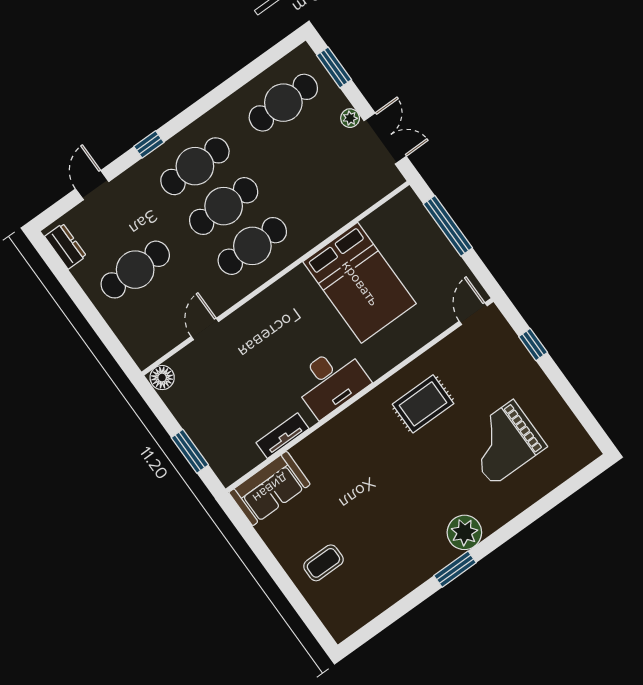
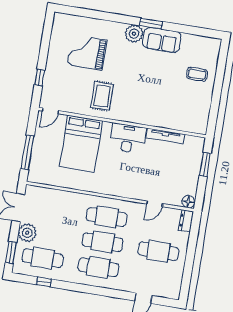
plant: (350, 118) -> (27, 233), width x1.87, depth x1.87
window: (149, 144) -> (44, 282), moved
dresser: (65, 246) -> (186, 221), moved
bed: (360, 283) -> (81, 144), moved, turned 180
rug: (423, 404) -> (102, 96), turned 90
tv unit: (282, 436) -> (165, 136), width x1.41
grand piano: (503, 442) -> (87, 52), turned 180
sofa: (270, 488) -> (162, 40), moved, turned 180

